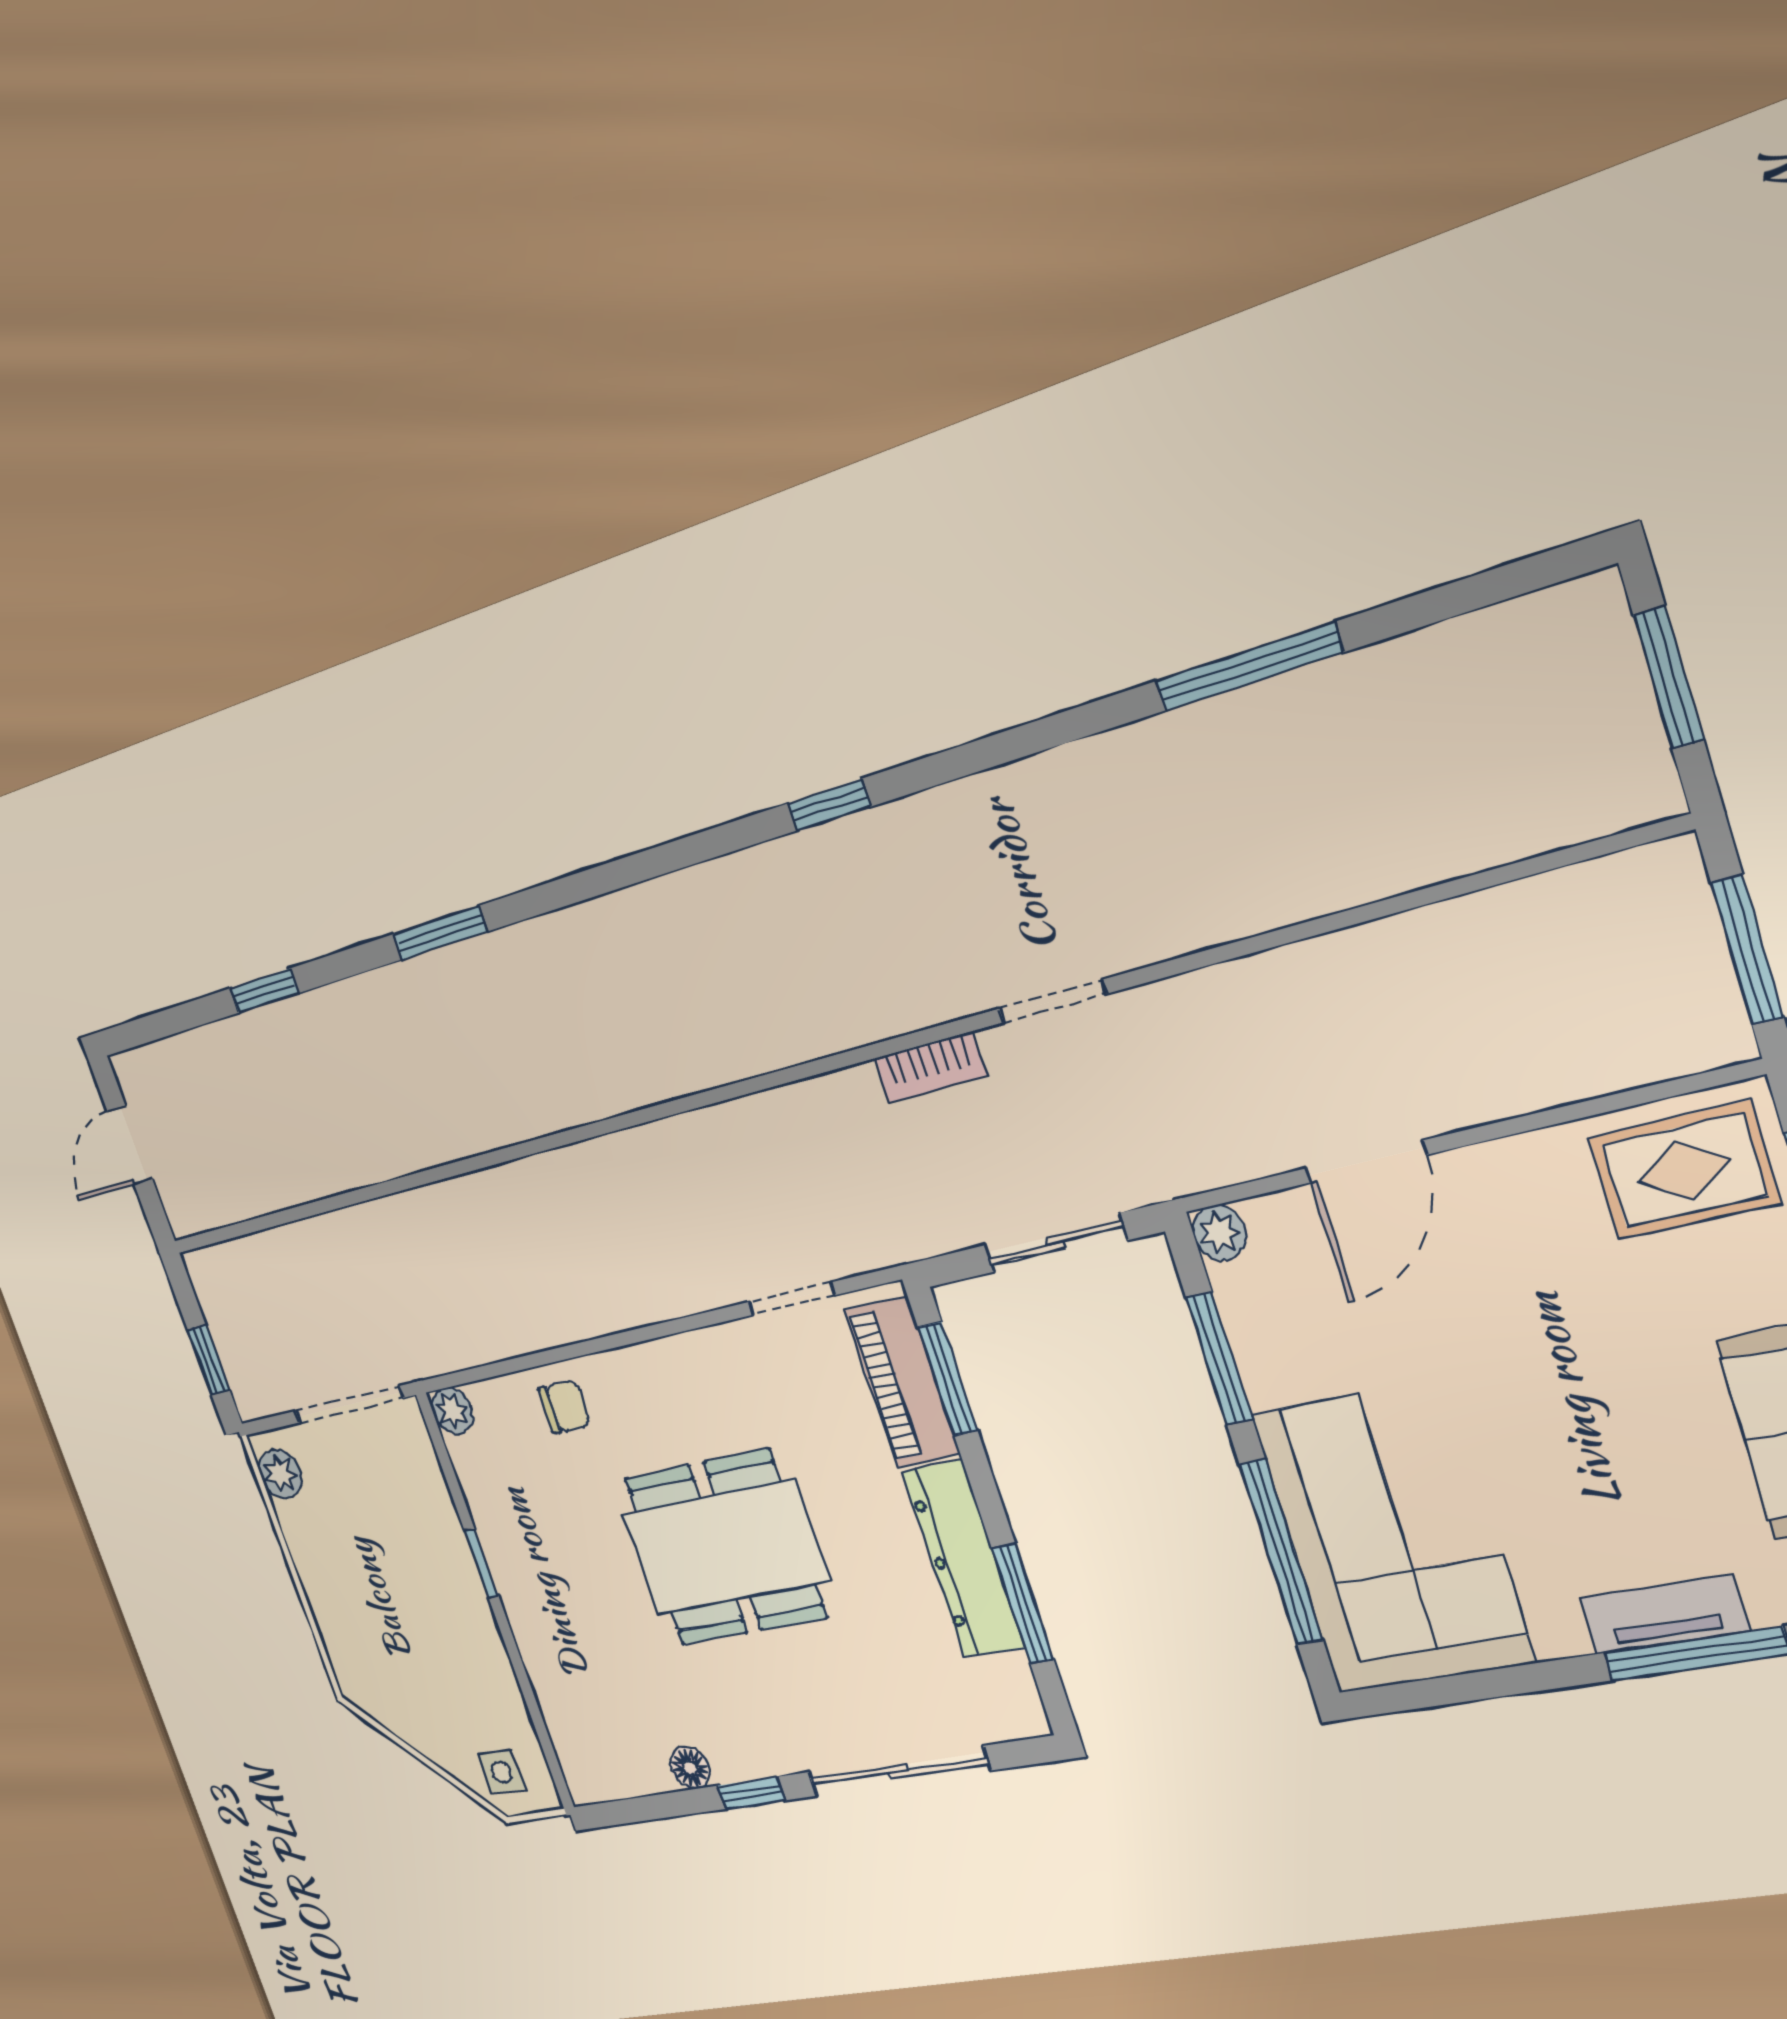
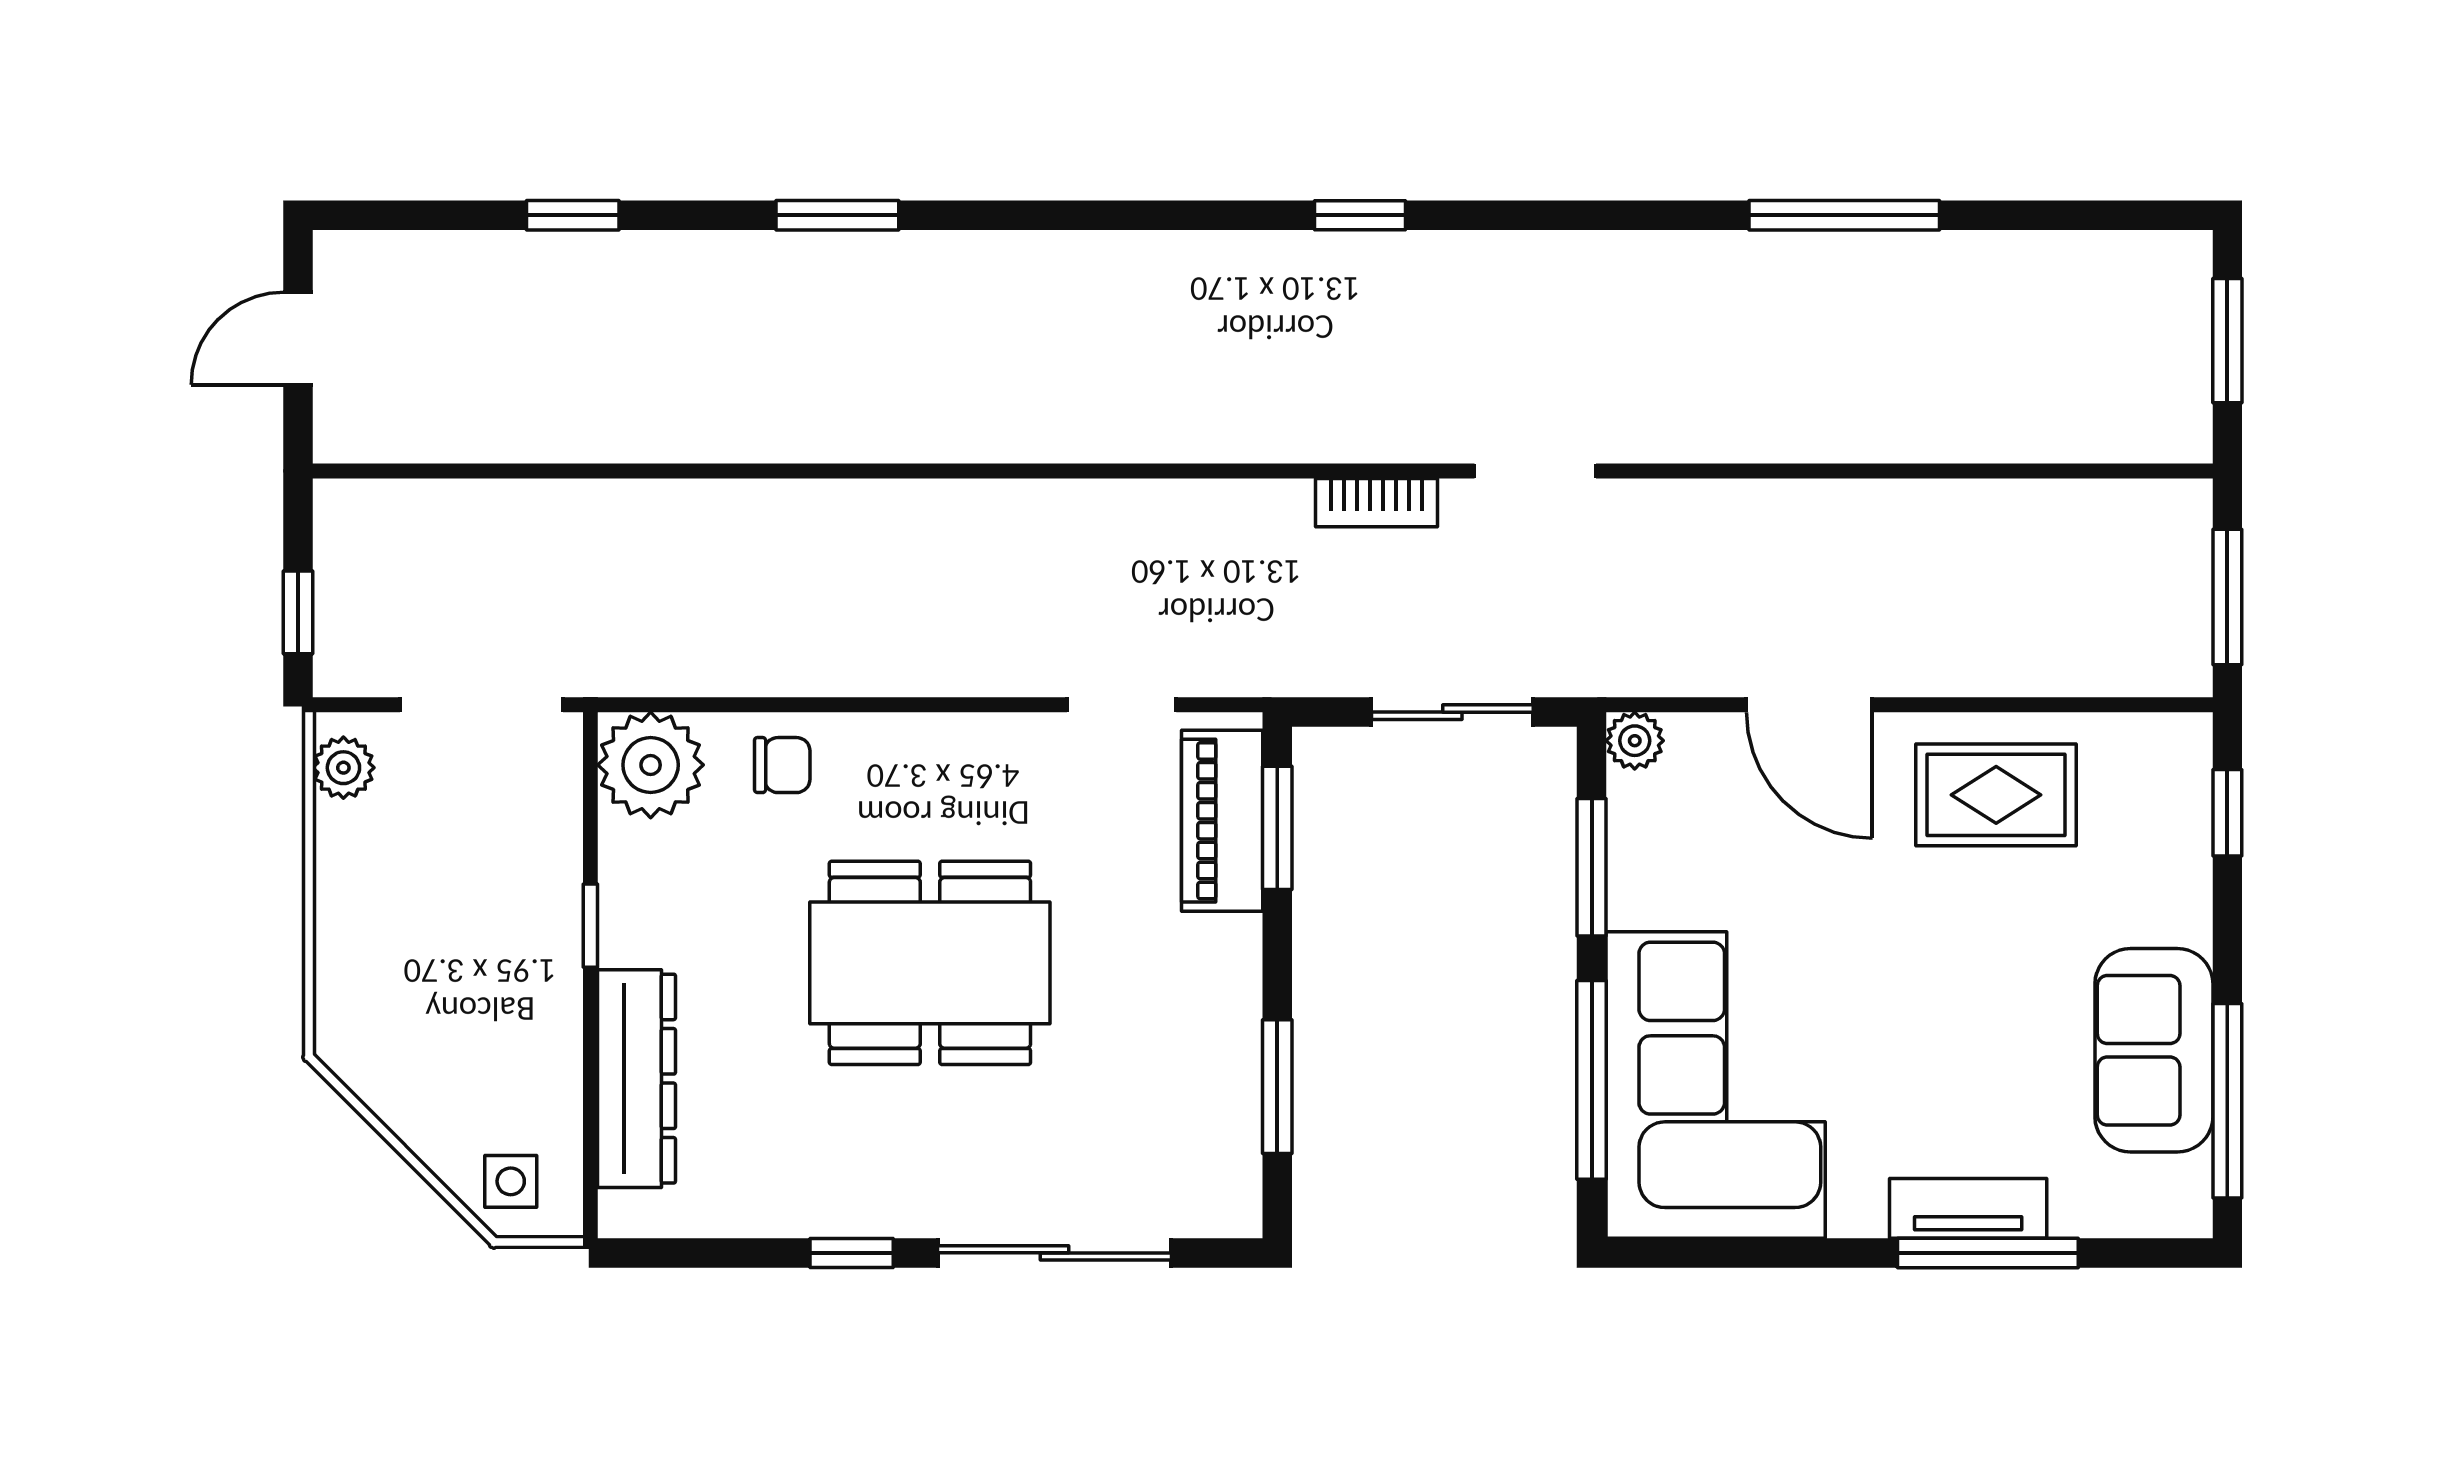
door: (1366, 1161) -> (1809, 705), hinge flipped
rug: (1684, 1170) -> (1996, 795), moved
plant: (452, 1411) -> (651, 765), width x1.88, depth x1.88
dresser: (963, 1559) -> (637, 1079), moved, turned 180
floor lamp: (690, 1768) -> (780, 1212), removed

